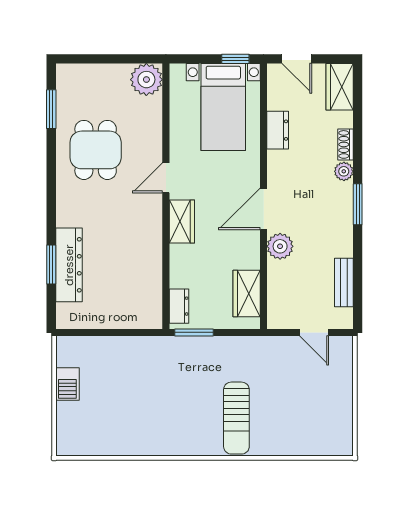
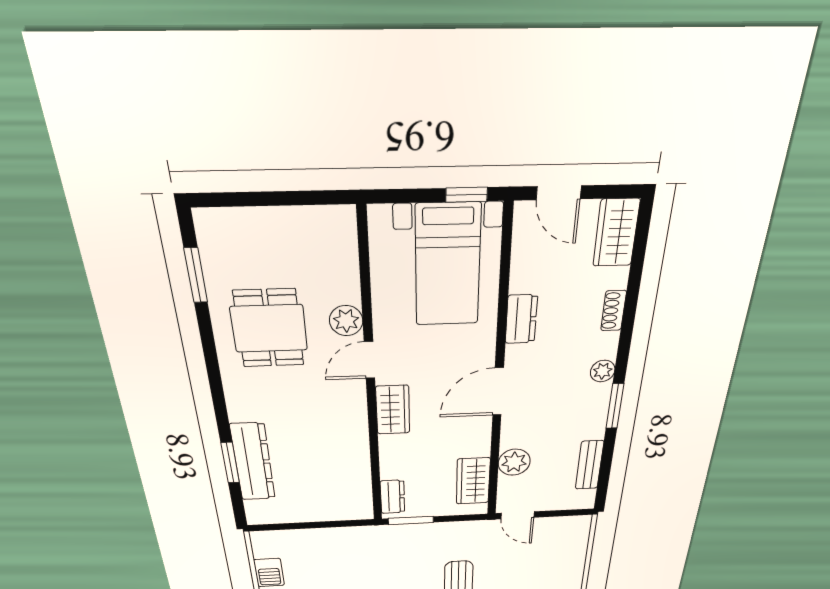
plant: (146, 80) -> (346, 321), moved, width x0.73, depth x0.73
dresser: (278, 130) -> (521, 319), moved
plant: (344, 171) -> (603, 371), moved
window: (358, 204) -> (615, 406), moved
plant: (280, 246) -> (514, 462), moved
door: (314, 332) -> (518, 515), moved

